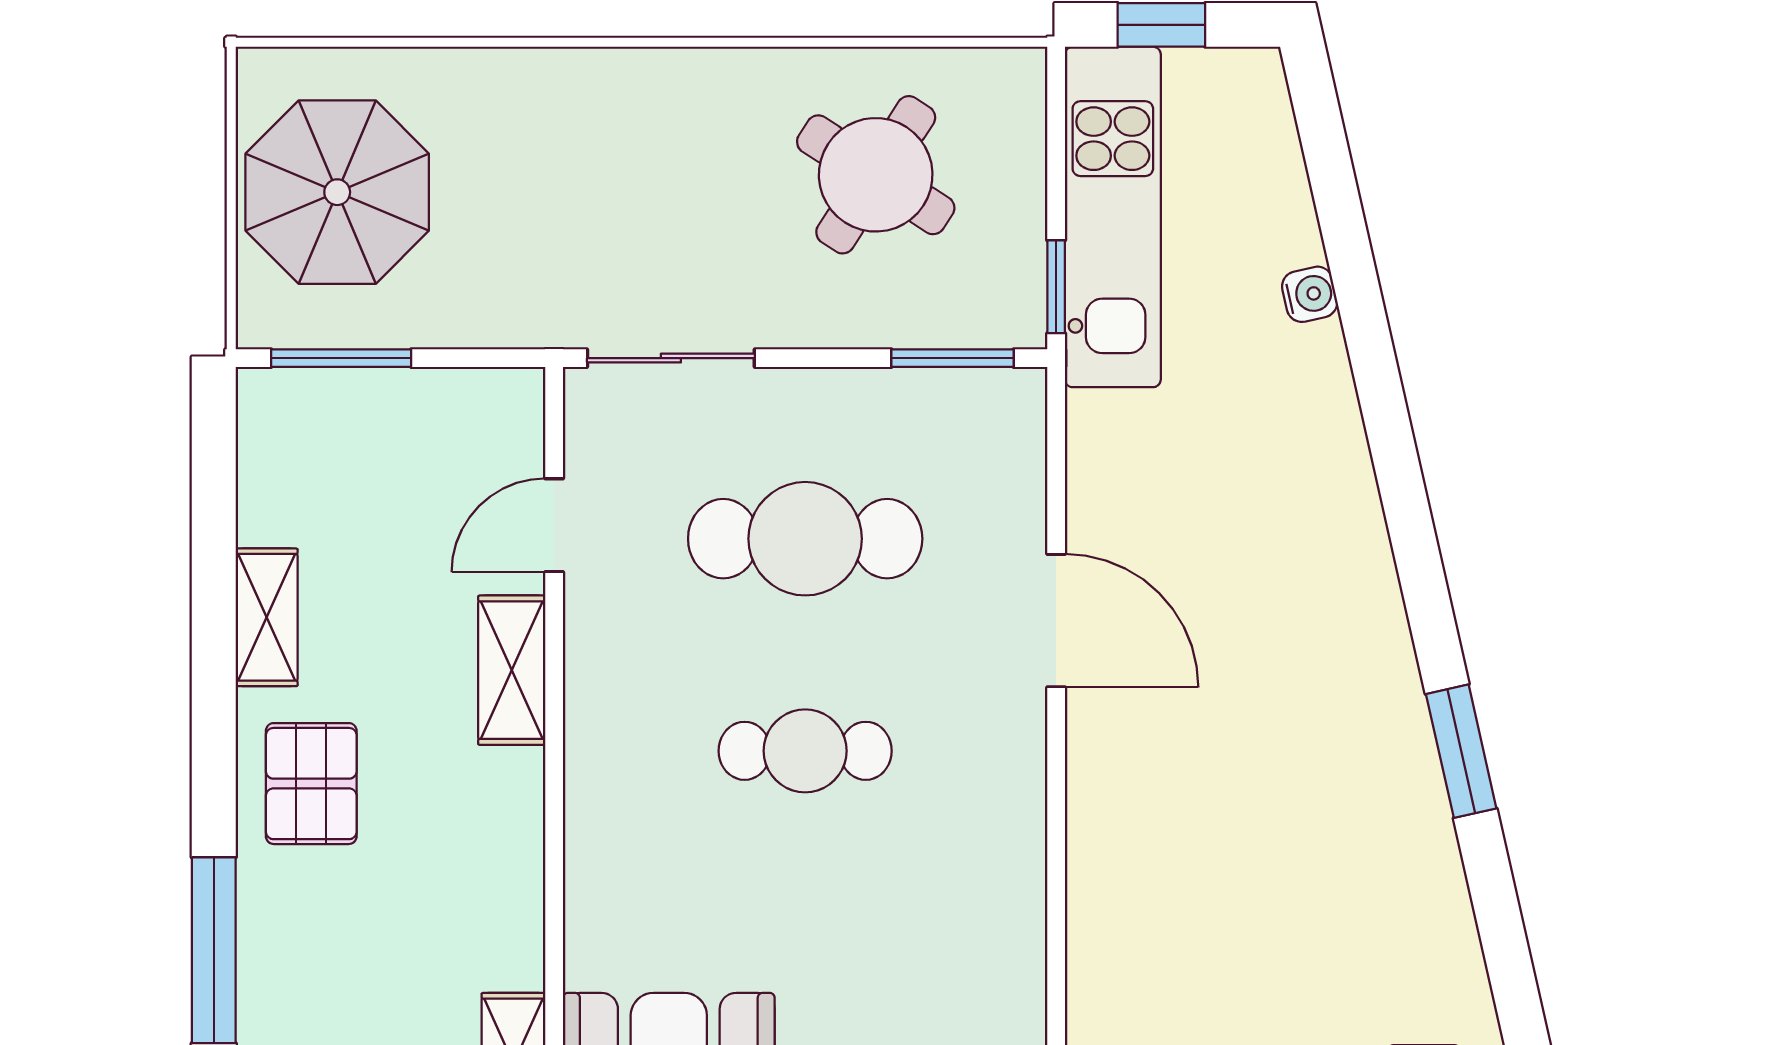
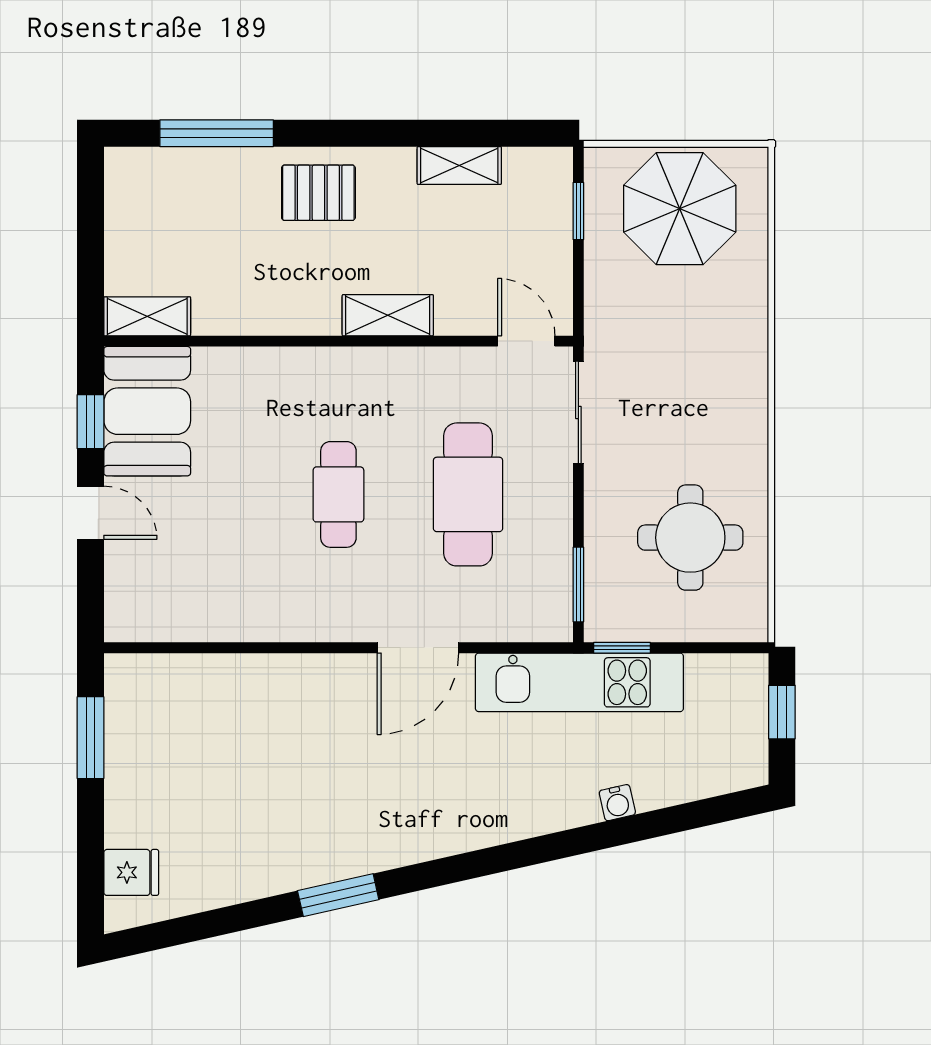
round table: (876, 175) -> (690, 538), turned -33
kitchen unit: (1113, 217) -> (579, 682), moved
window: (341, 358) -> (578, 211), width x0.67
door: (554, 525) -> (526, 341), moved
shelving: (267, 617) -> (459, 165), moved

